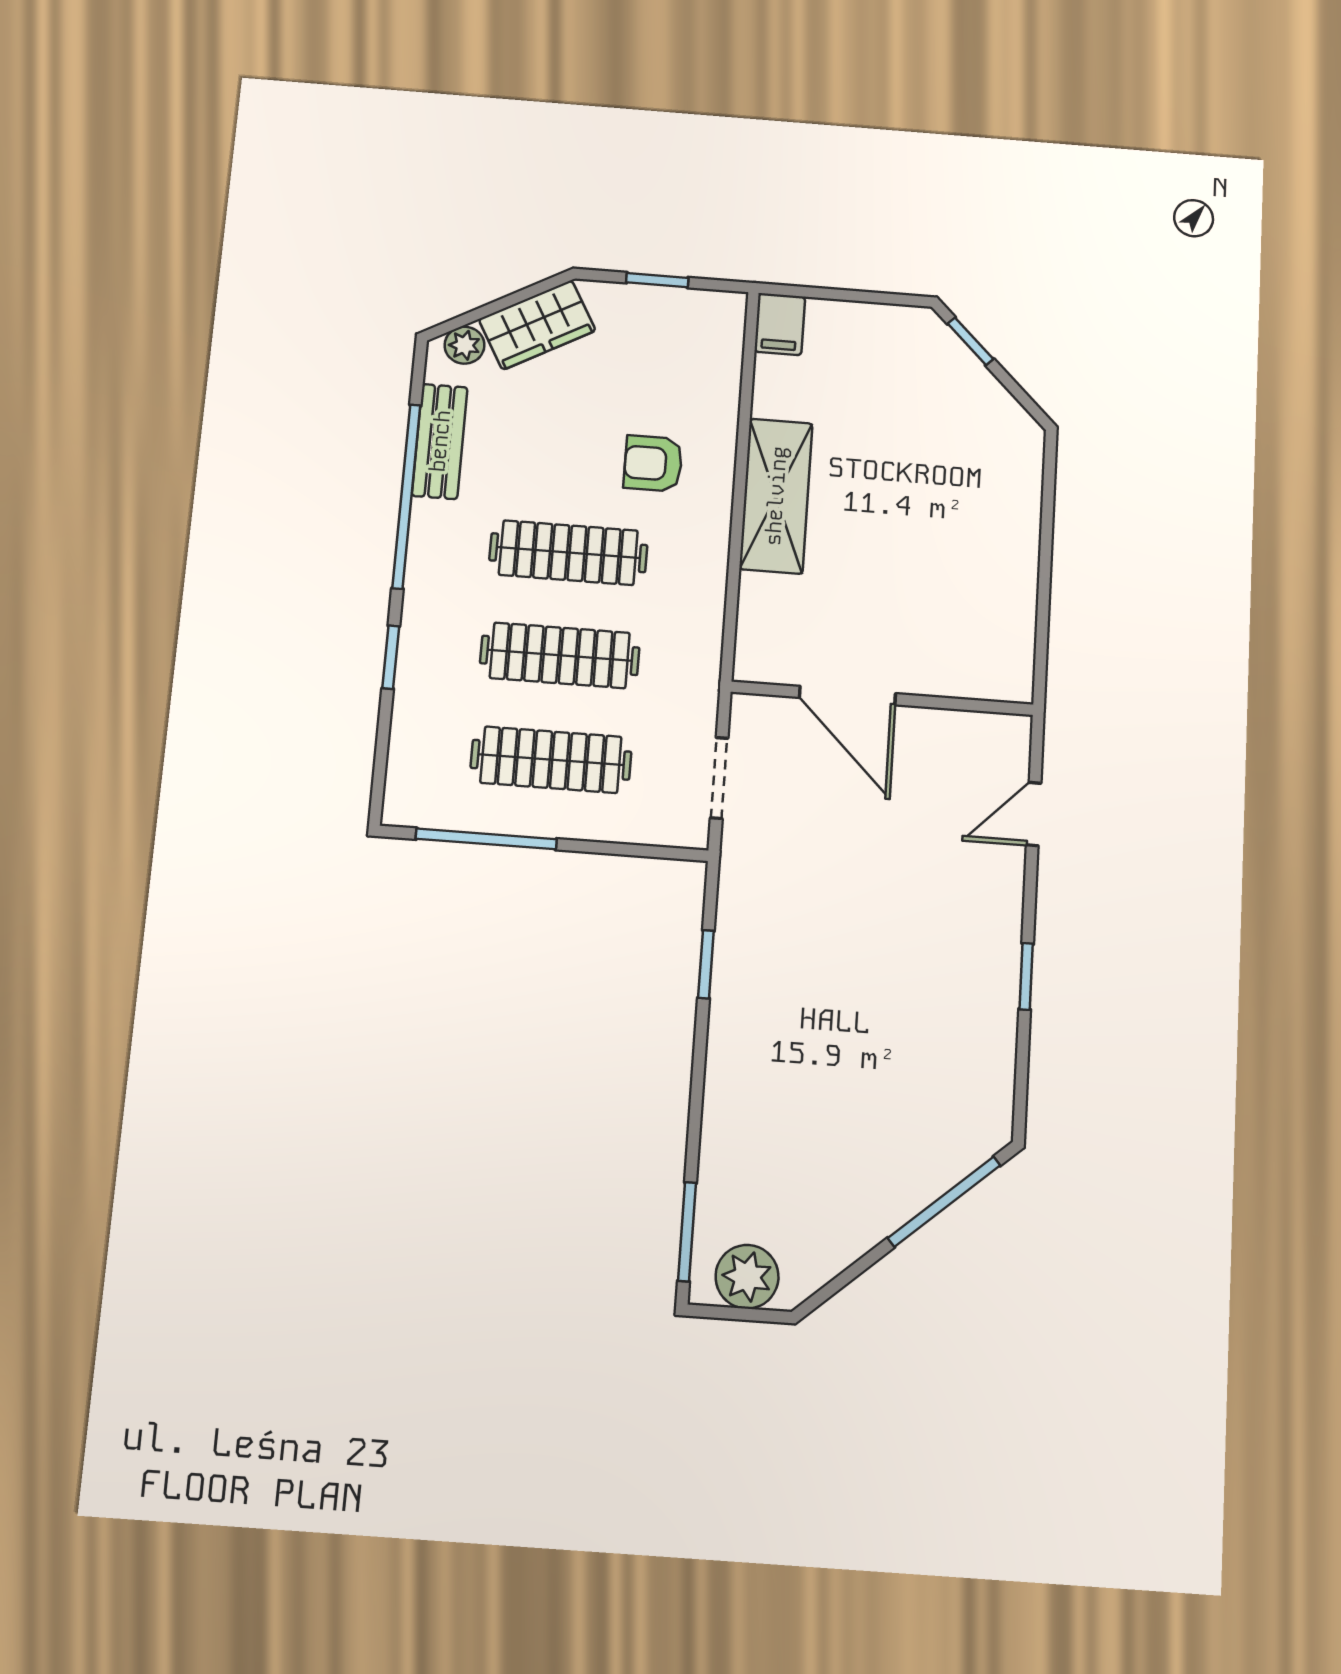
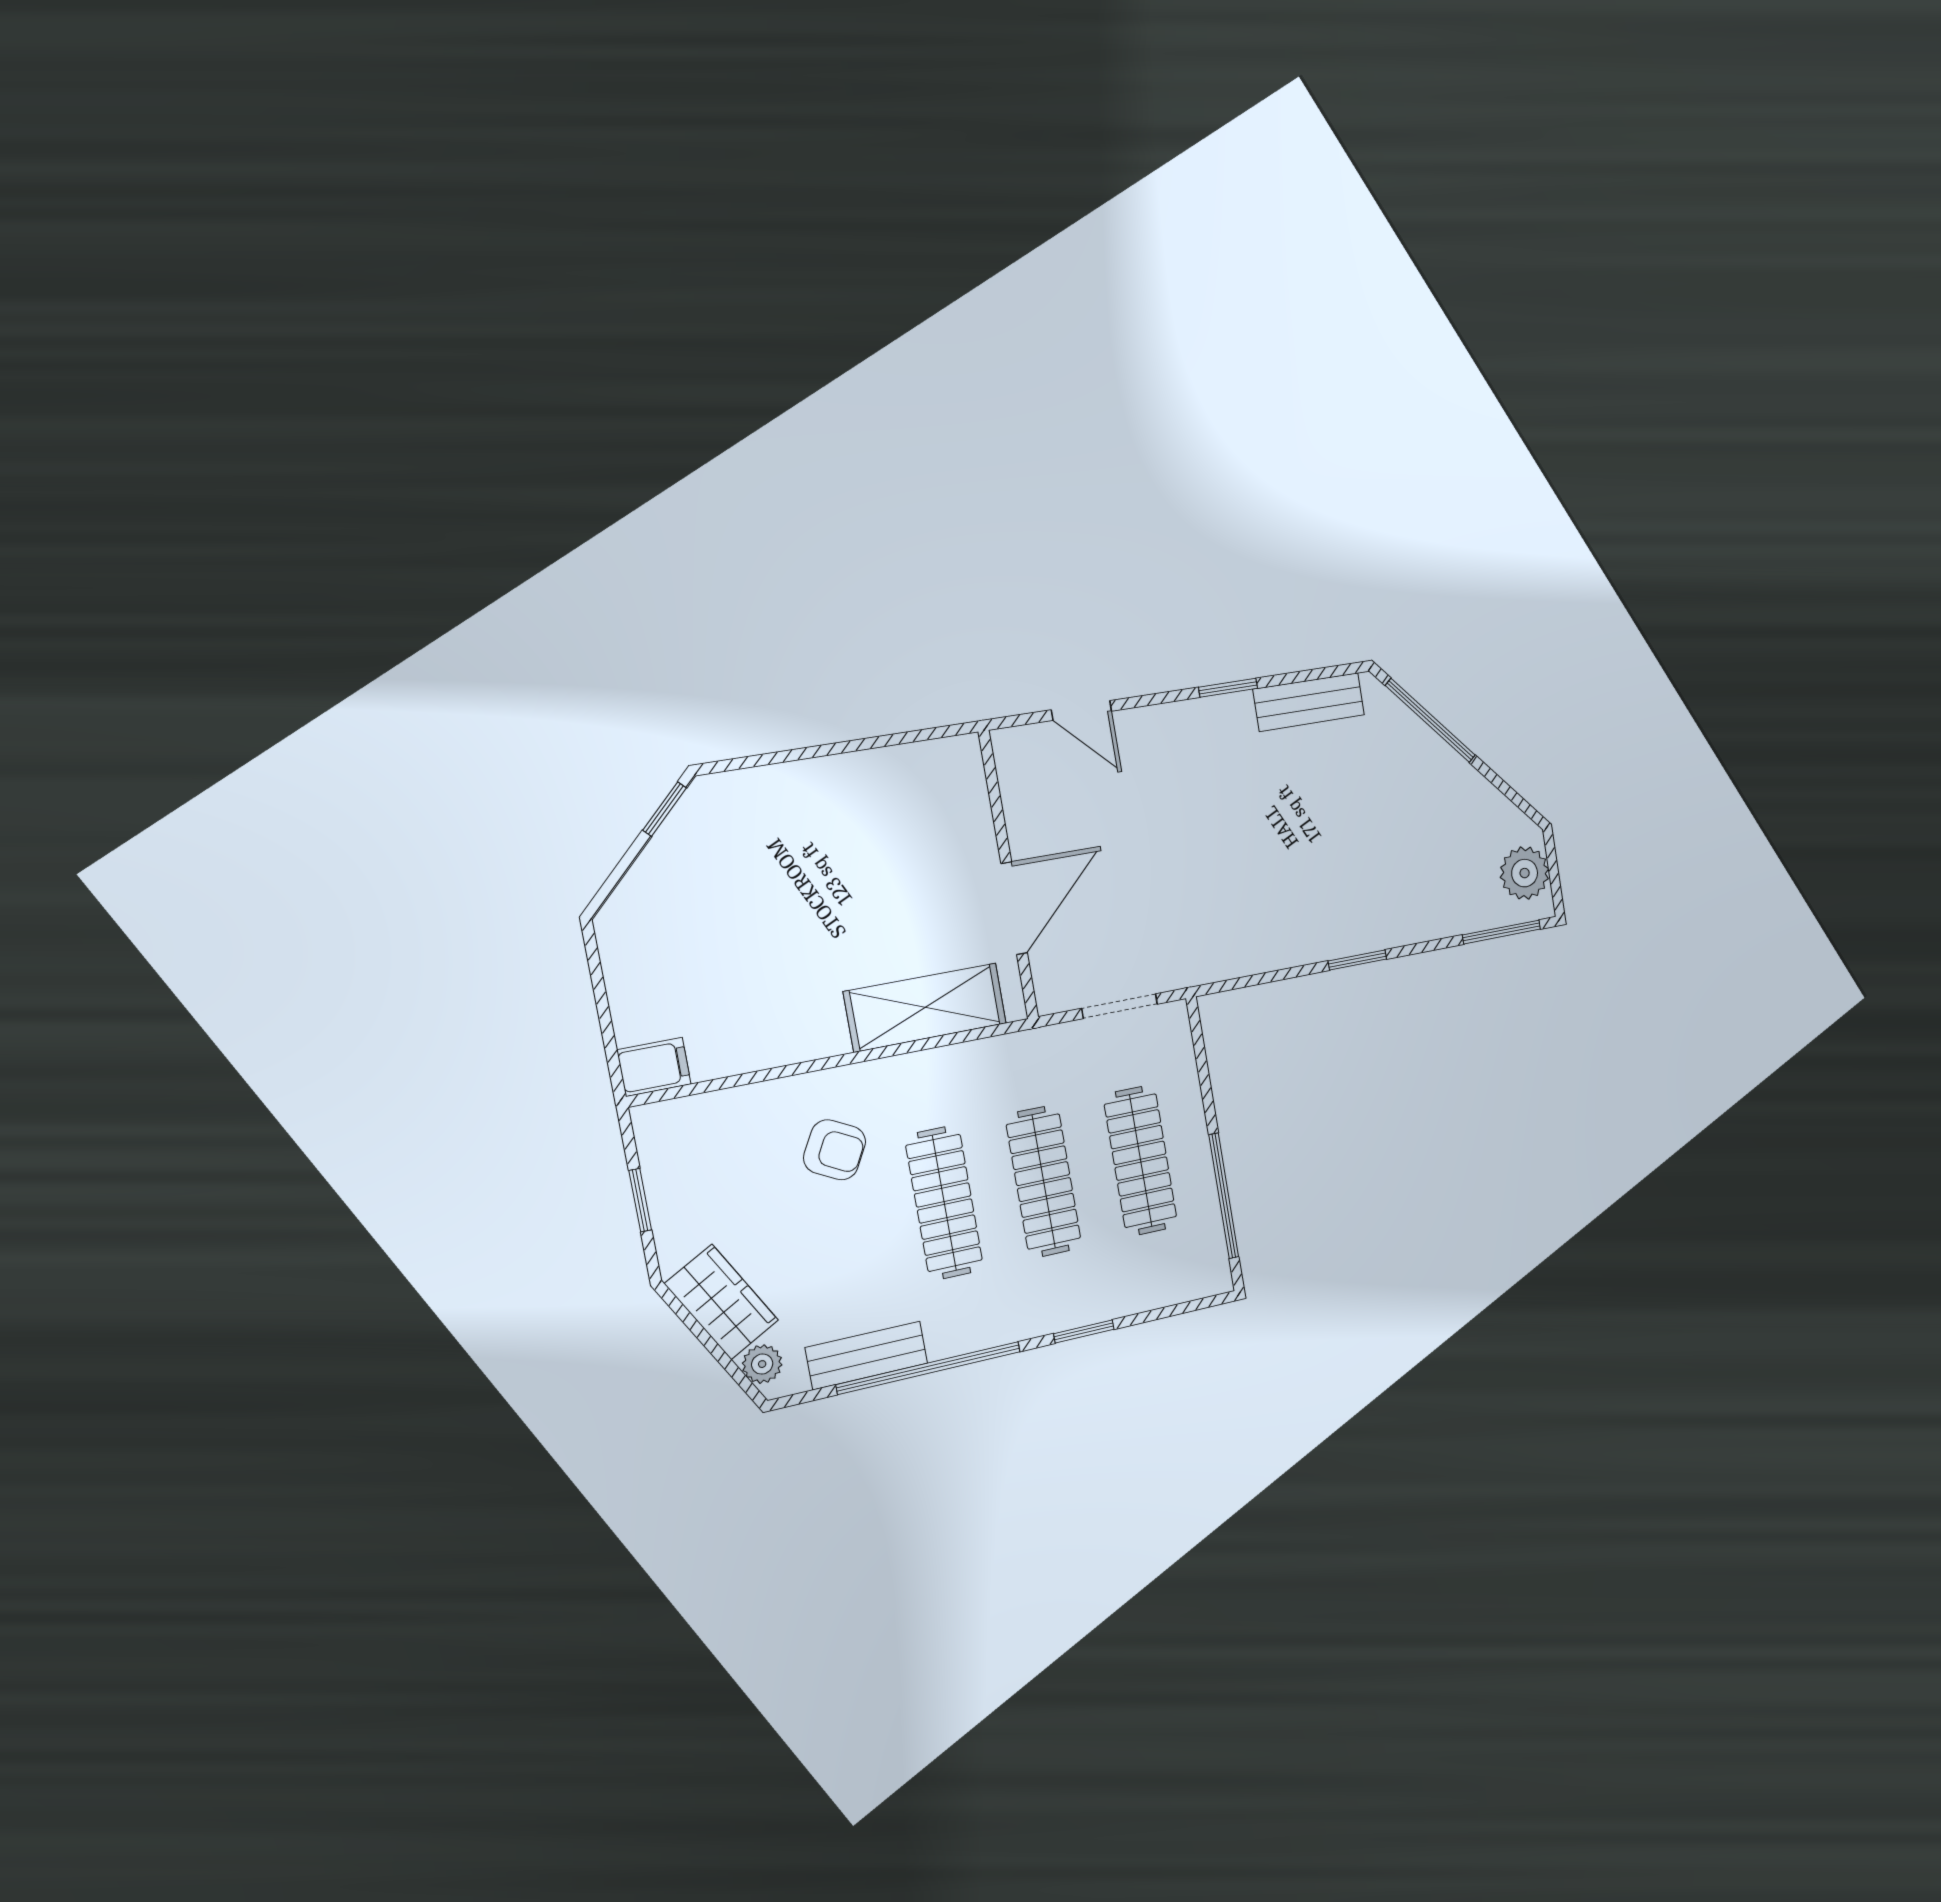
window: (970, 341) -> (665, 809), moved
armchair: (653, 463) -> (835, 1150), turned -62
shelving: (776, 496) -> (925, 1007), moved
window: (706, 964) -> (1357, 960), moved
bench: (993, 1063) -> (1309, 702), added

